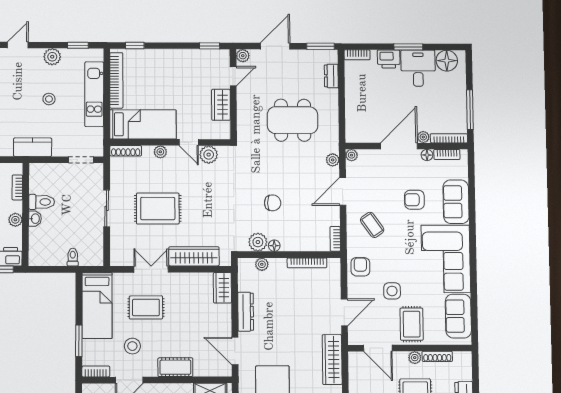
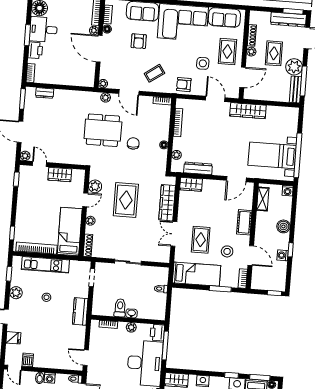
dining table: (293, 120) -> (103, 130), moved, turned 90
rug: (158, 209) -> (126, 200), moved
plant: (258, 242) -> (160, 156), removed
dresser: (246, 312) -> (198, 168), moved
rug: (412, 324) -> (227, 52), turned 90

